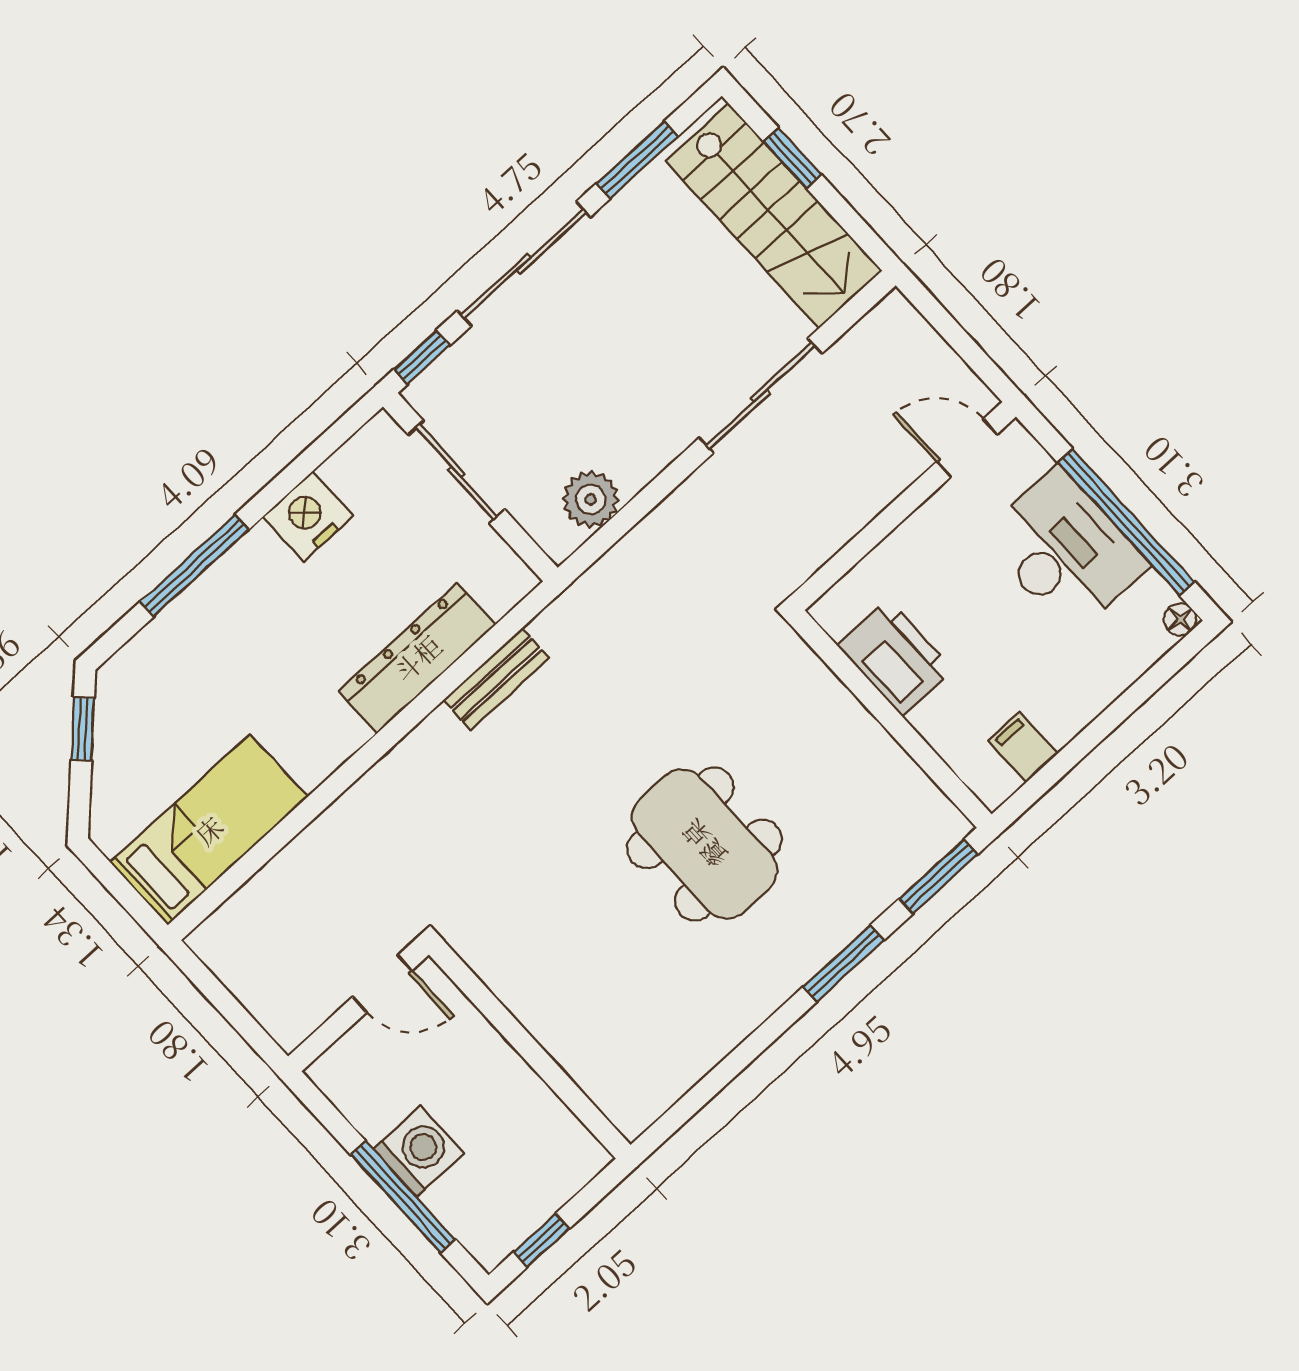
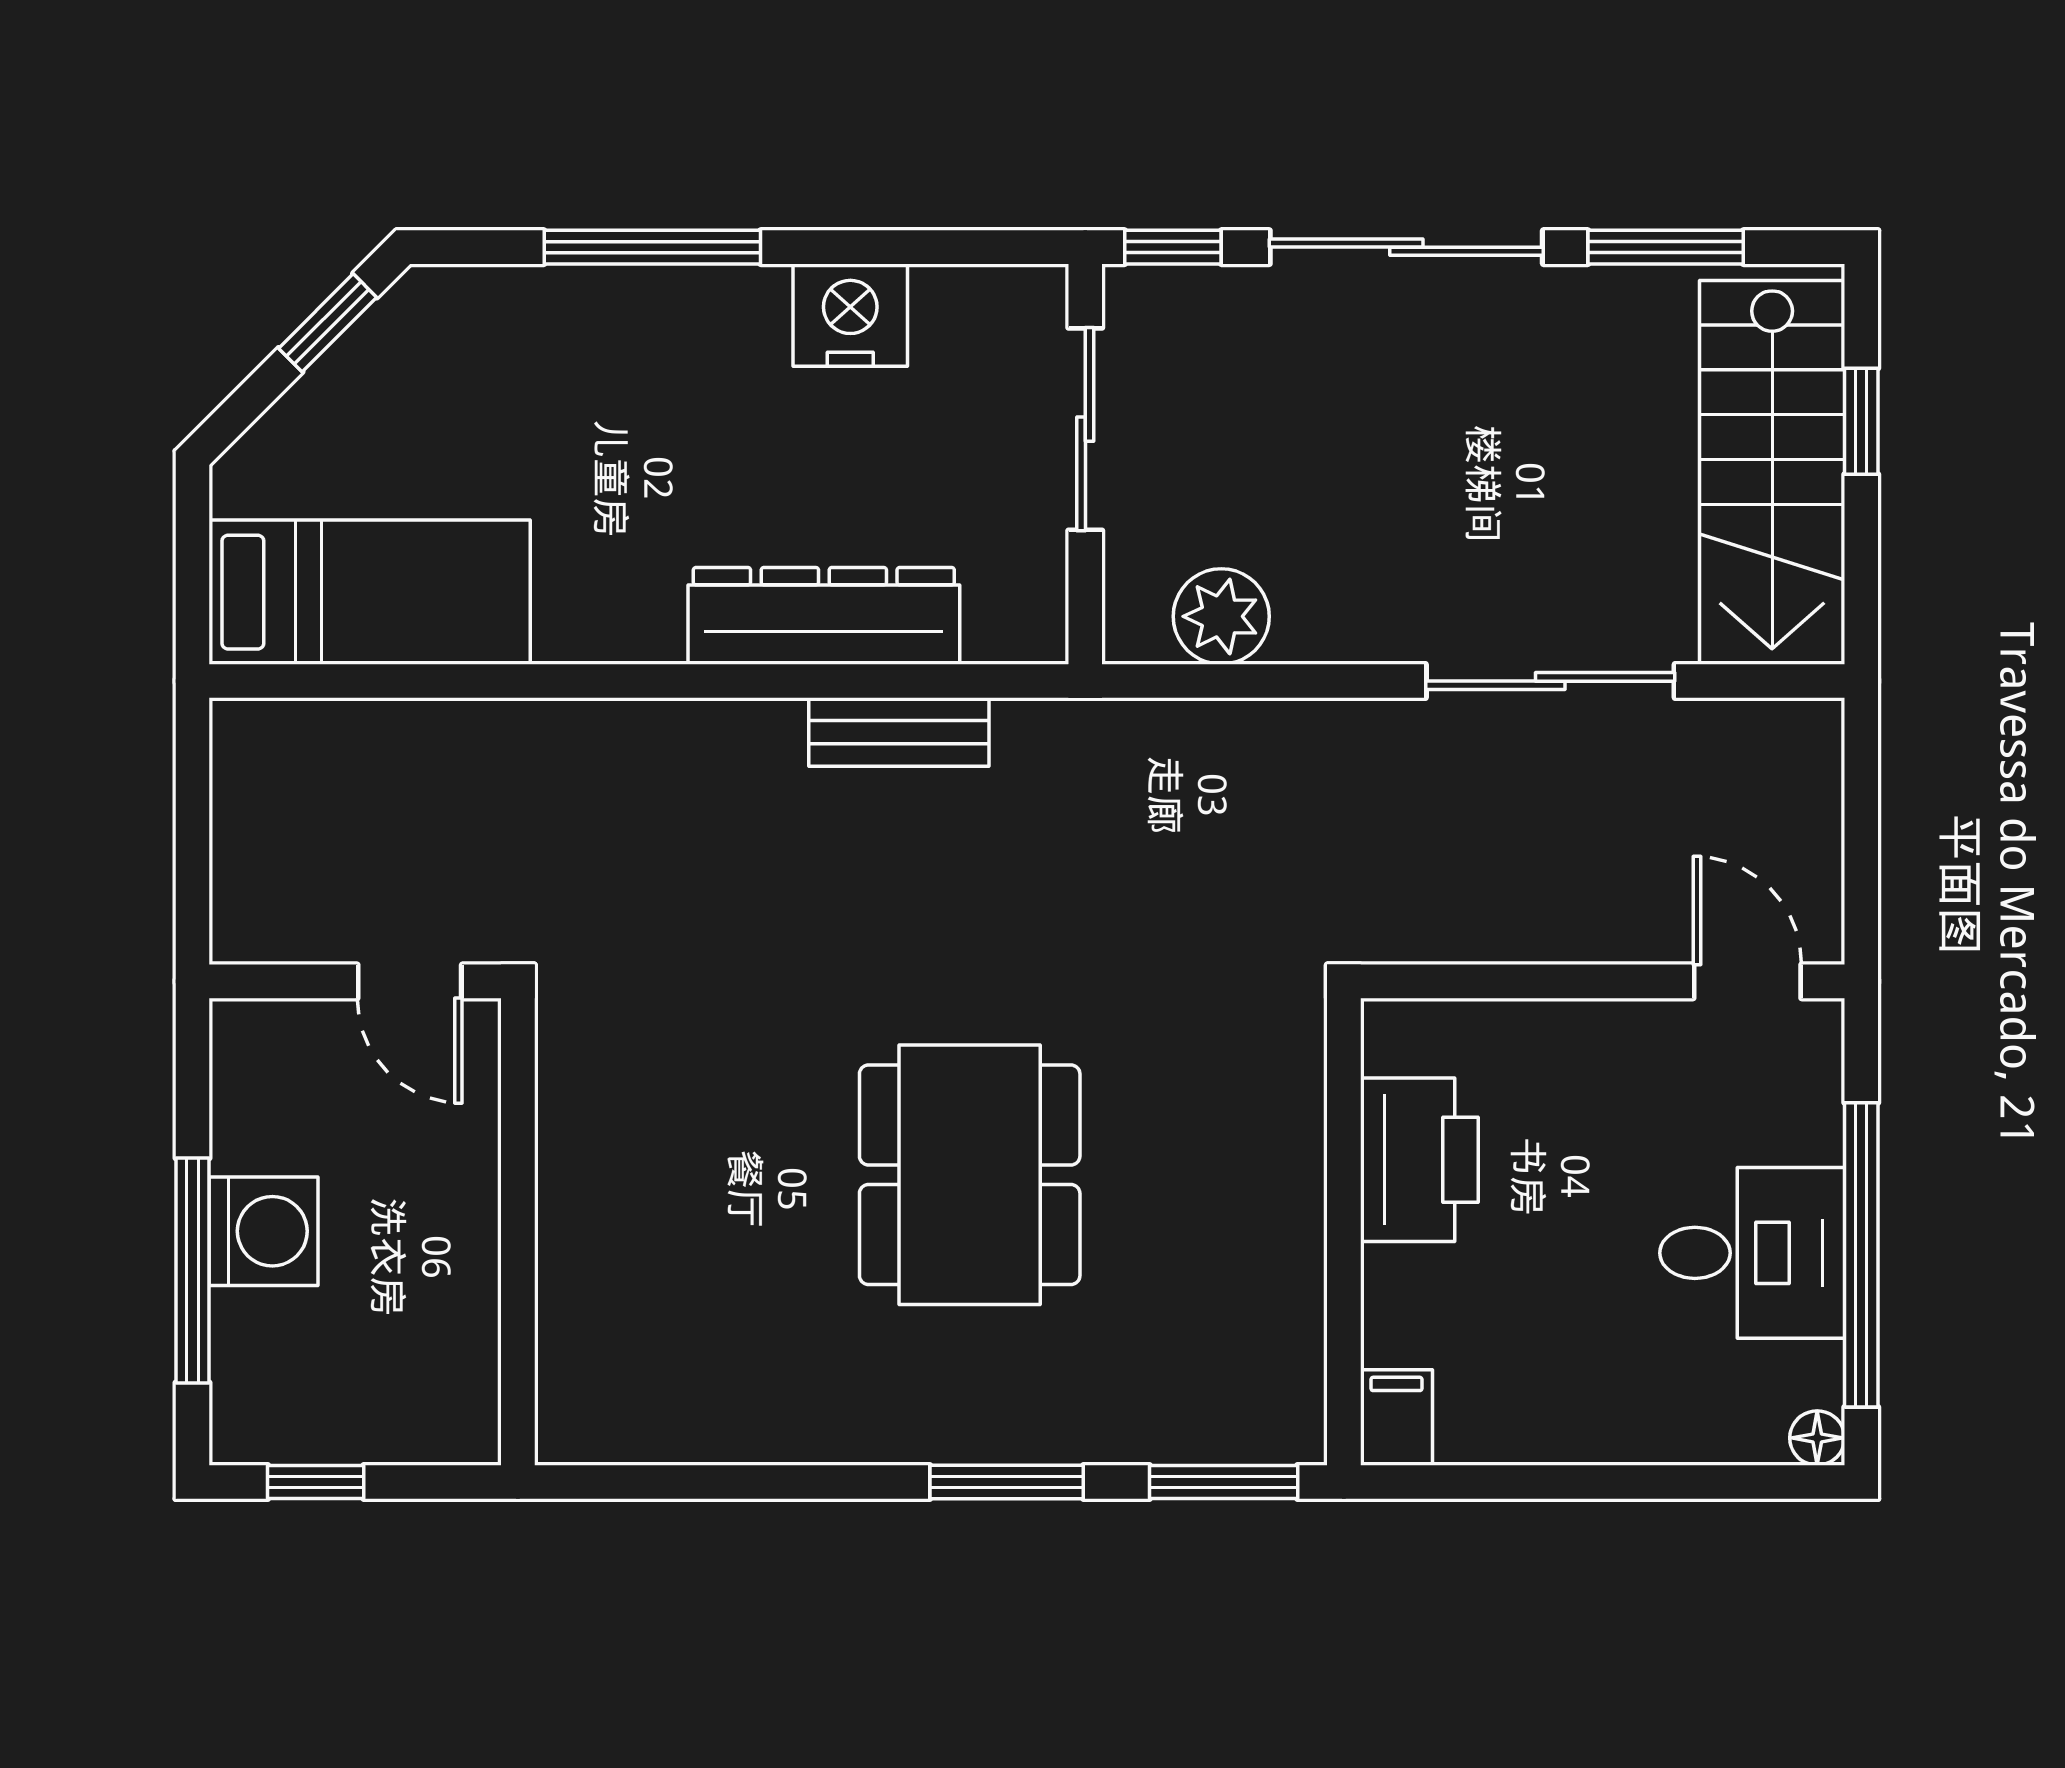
desk: (1065, 551) -> (1752, 1253), width x0.73
filing cabinet: (1023, 747) -> (1396, 1417), moved

